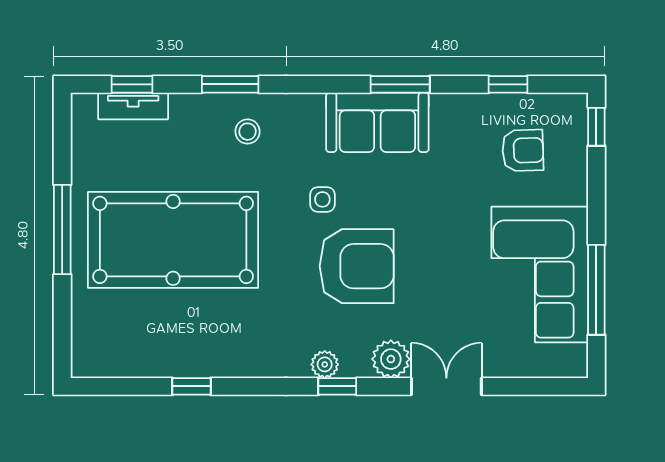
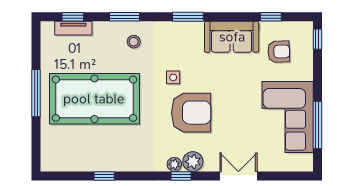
window: (400, 84) -> (188, 17), moved
sofa: (377, 122) -> (232, 37), moved
plant: (391, 359) -> (193, 162), moved

